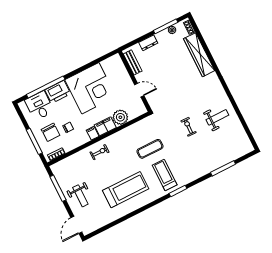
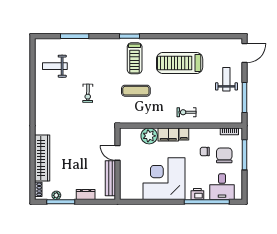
bench: (133, 62) -> (110, 178), width x1.36
printer: (58, 92) -> (197, 194), width x0.53, depth x0.68
weight bench: (217, 117) -> (55, 66), moved

